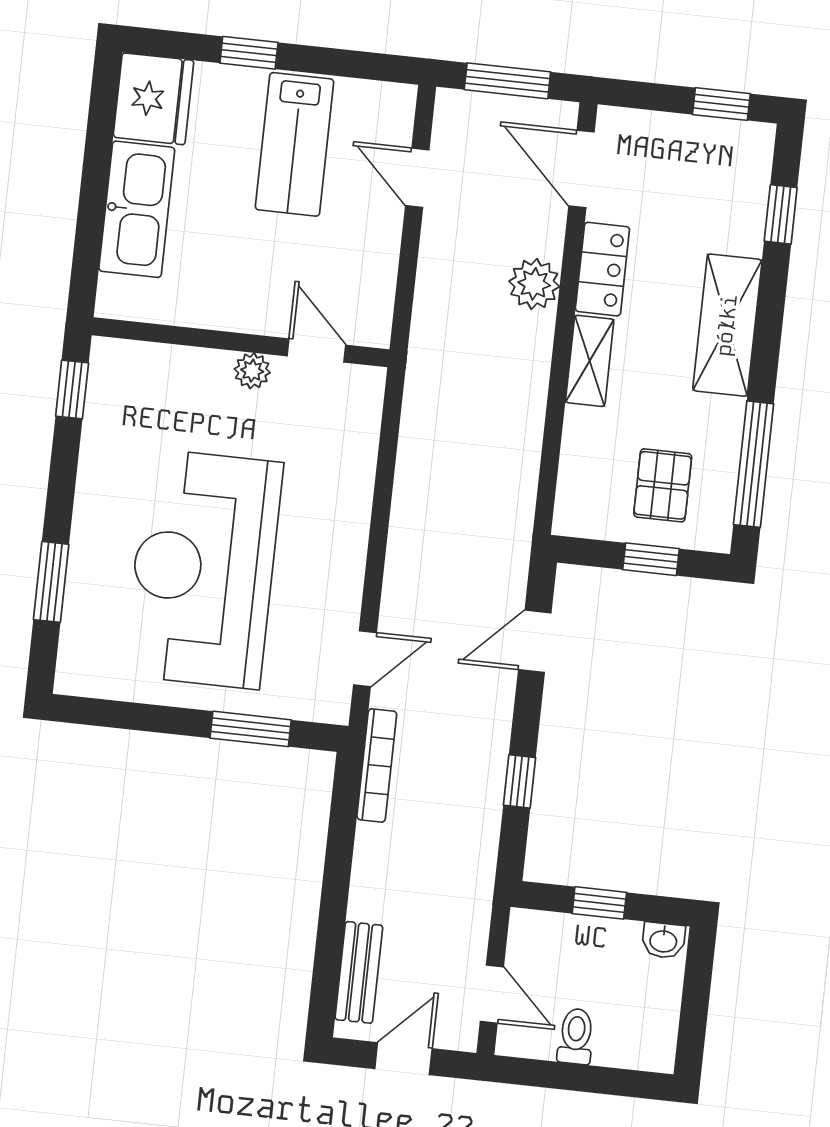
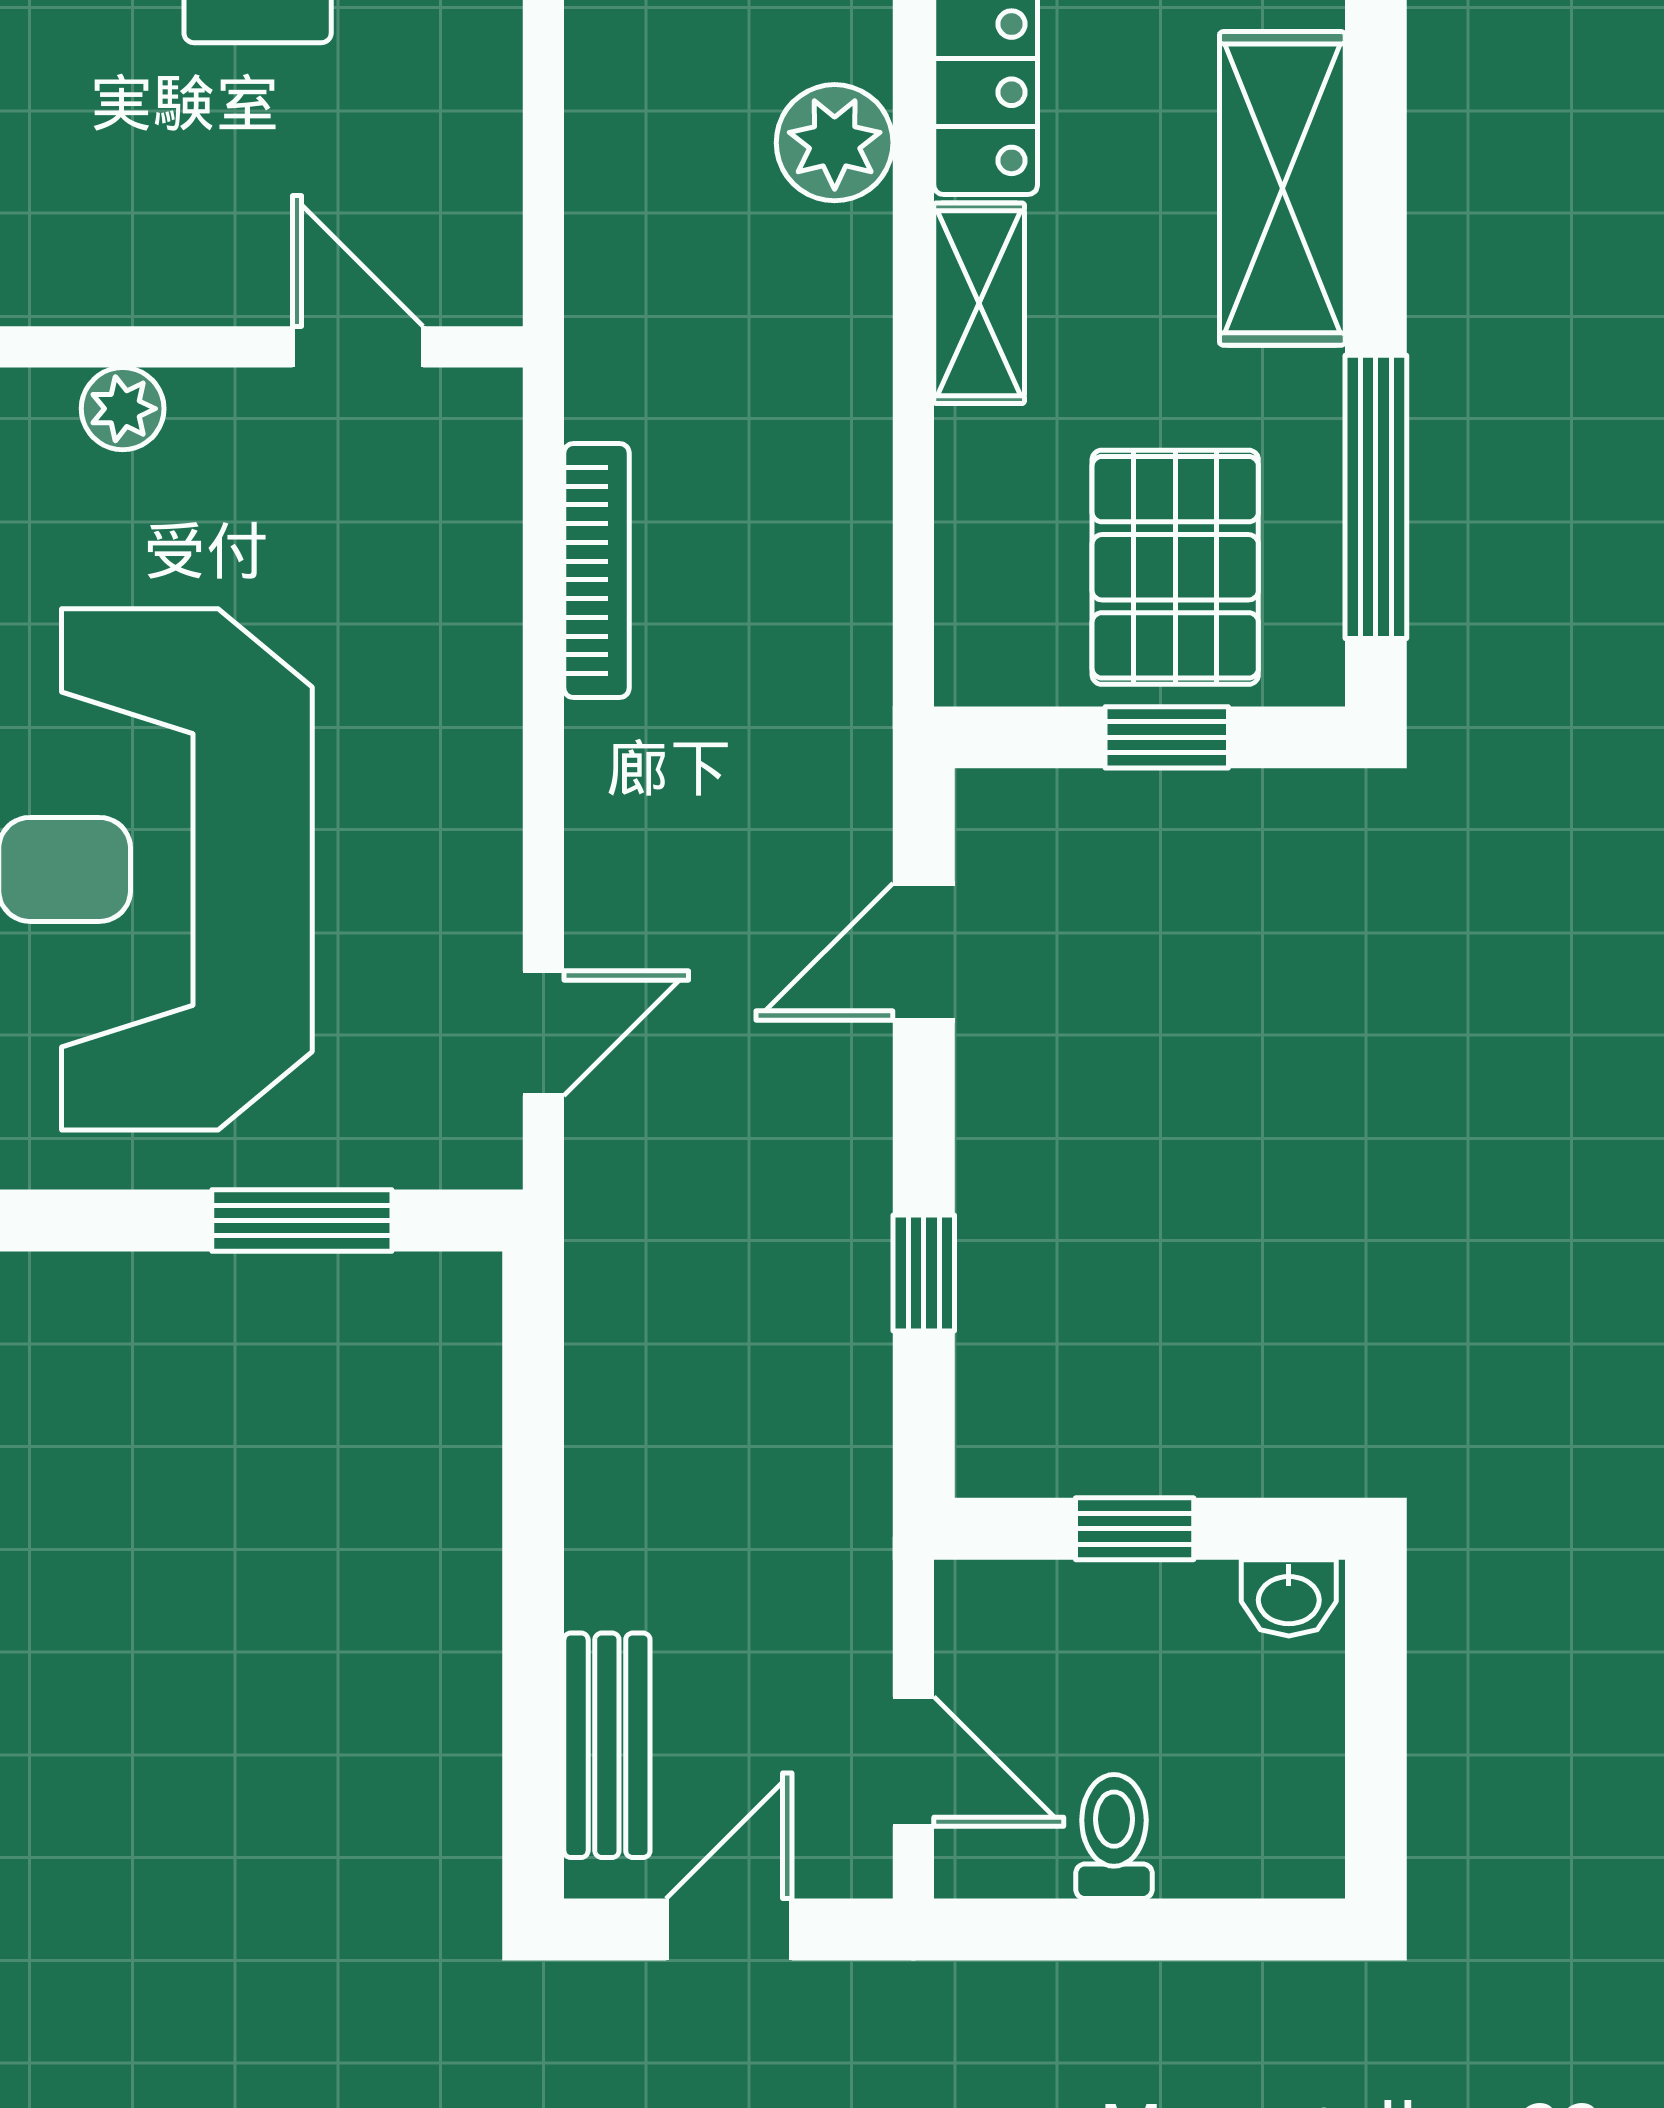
plant: (252, 371) -> (123, 409), moved
pallet: (663, 485) -> (1175, 567), width x1.50, depth x1.42
bookcase: (377, 765) -> (597, 571), moved

